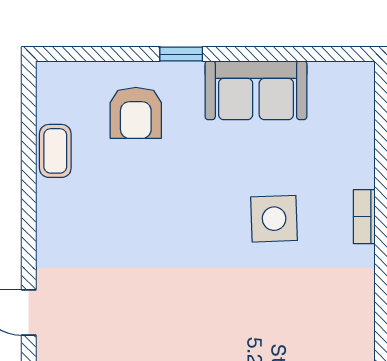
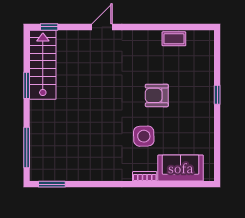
sofa: (256, 90) -> (181, 168), moved, turned 90
armchair: (136, 113) -> (157, 95), moved

